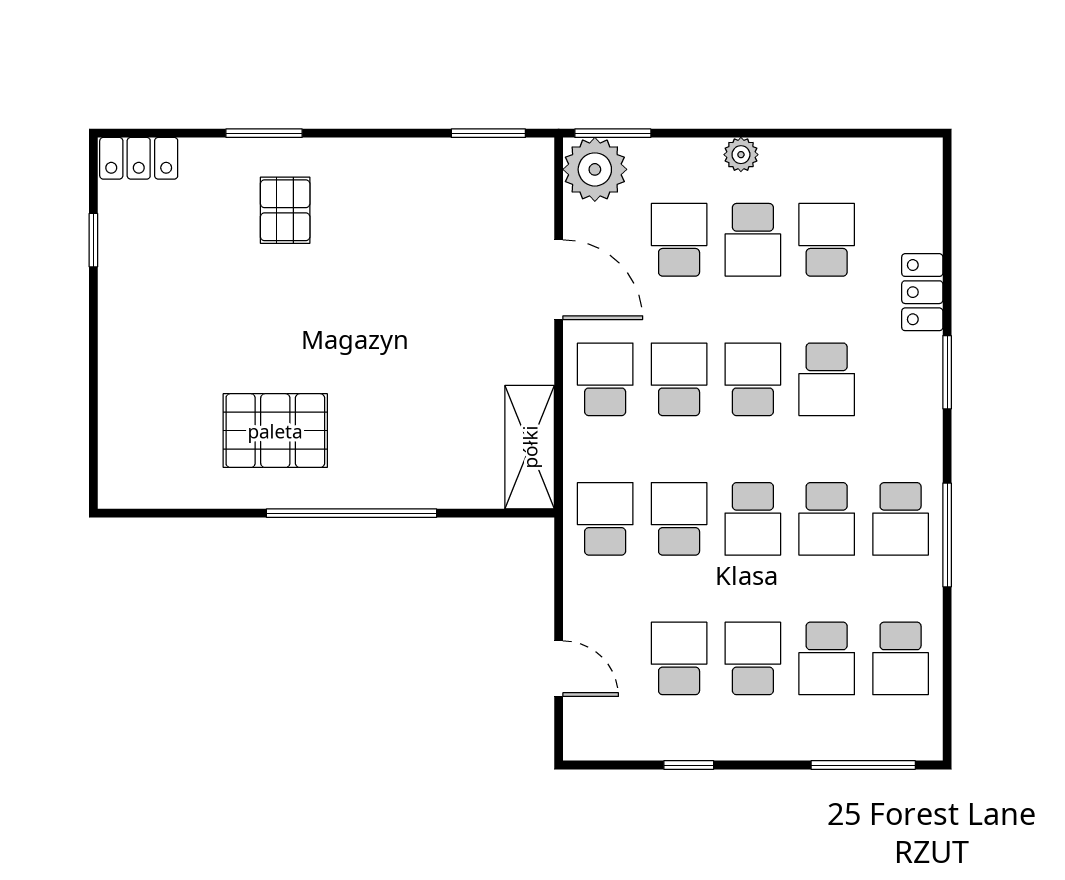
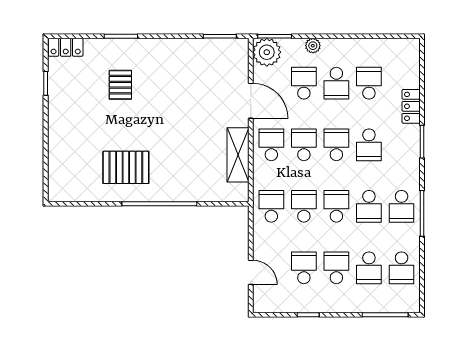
plant: (741, 155) -> (313, 46), moved
pallet: (285, 210) -> (120, 85), moved
shelving: (530, 447) -> (238, 155), moved
school desk: (753, 519) -> (336, 206), turned 180

